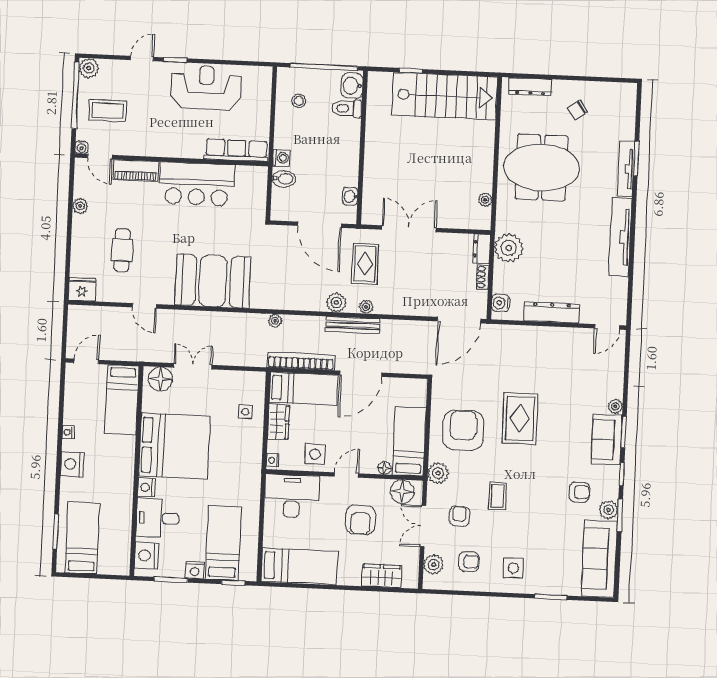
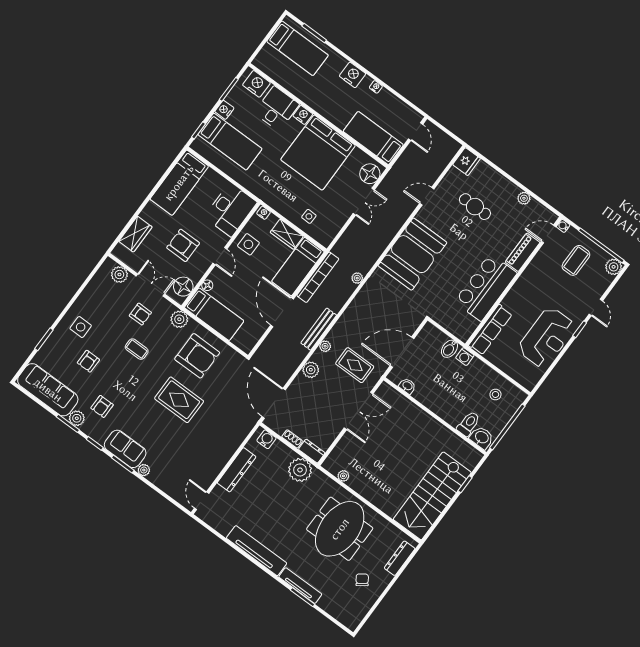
plant: (336, 302) -> (311, 370), moved
armchair: (469, 562) -> (88, 361), moved

